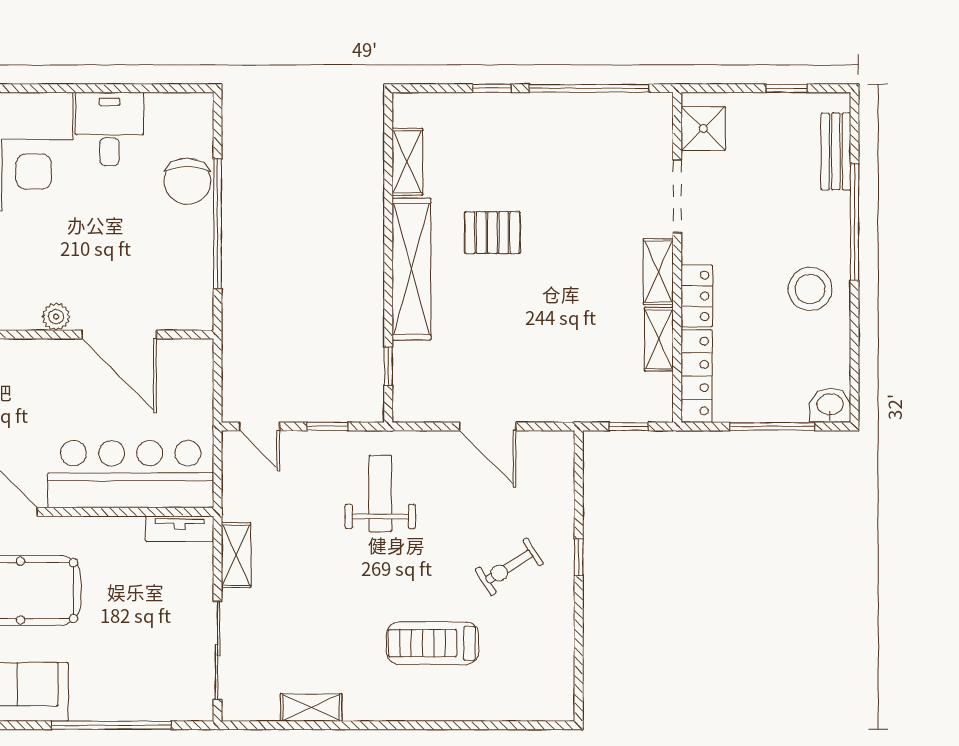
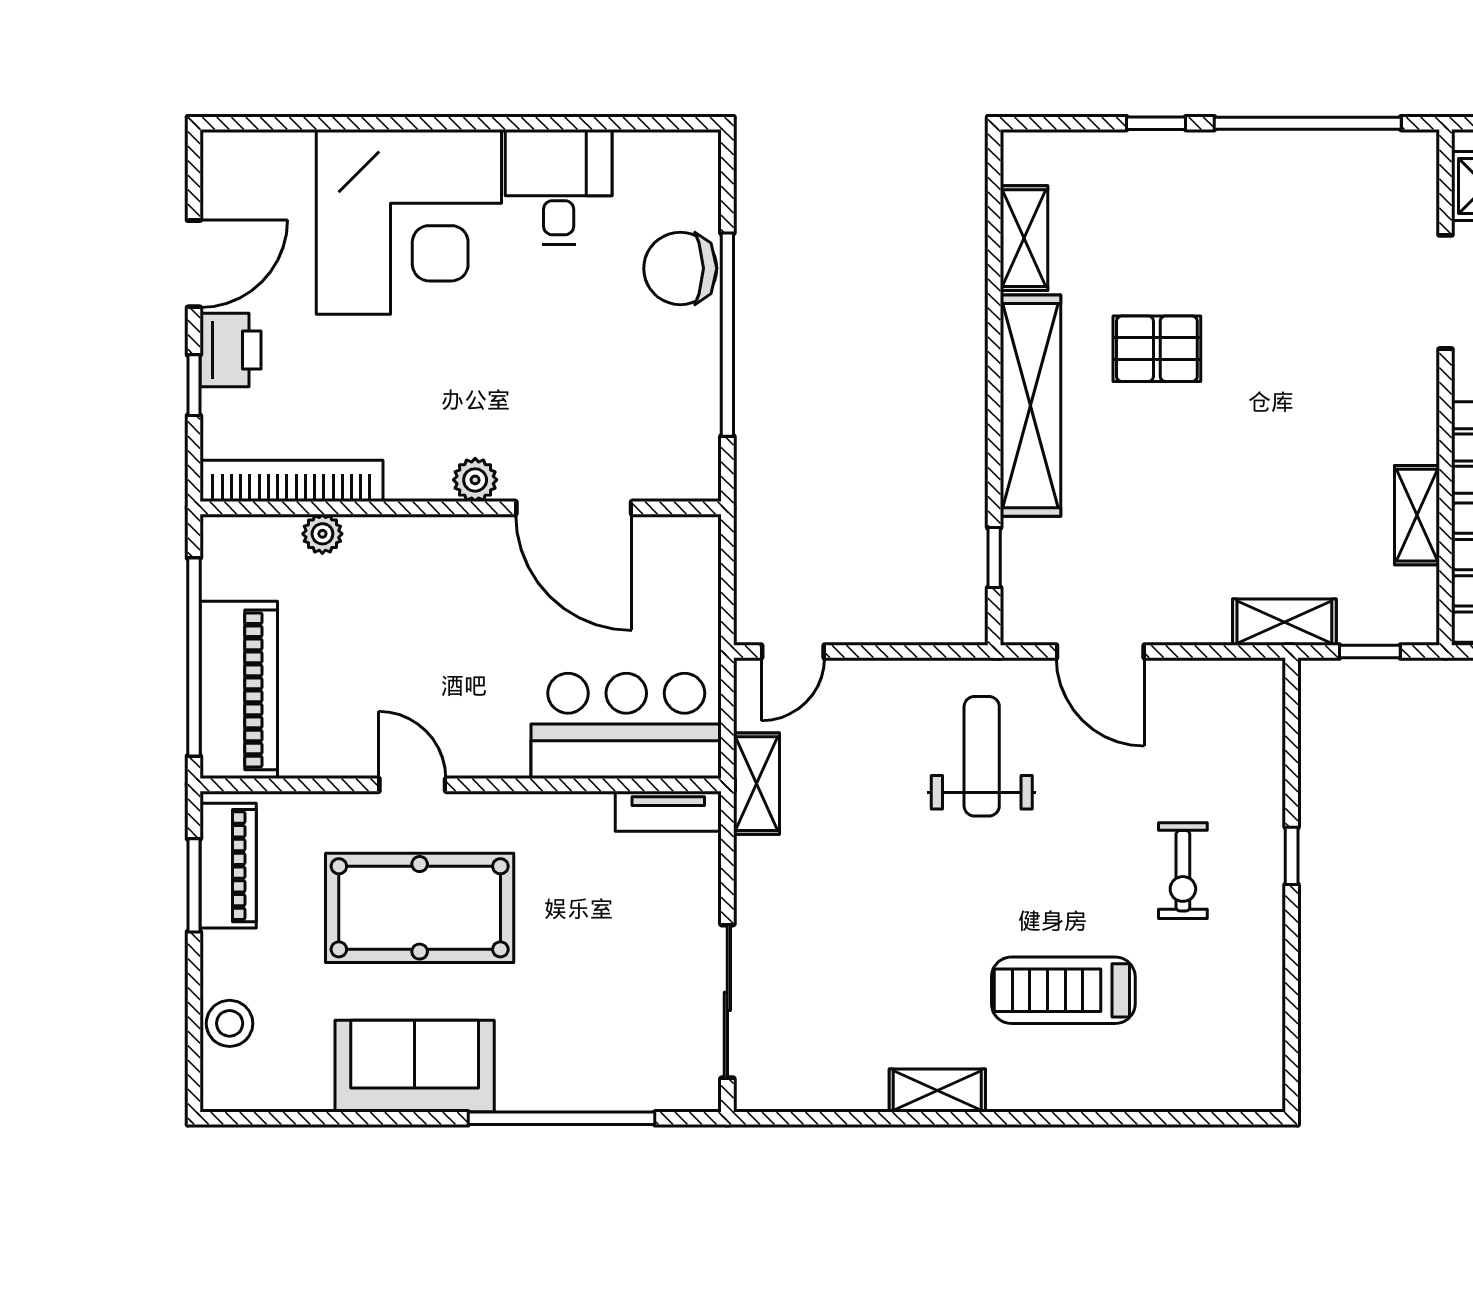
chair: (187, 181) -> (680, 268), turned 90
shelving: (658, 272) -> (1284, 622), moved, turned 90
door: (259, 426) -> (793, 652), hinge flipped
window: (327, 426) -> (899, 652), removed
door: (488, 426) -> (1100, 652), moved
bar counter: (131, 474) -> (626, 726), width x0.73
shelving: (236, 555) -> (756, 784), moved
exercise bike: (509, 567) -> (1183, 871), turned -58
shelving: (311, 707) -> (937, 1091), moved

